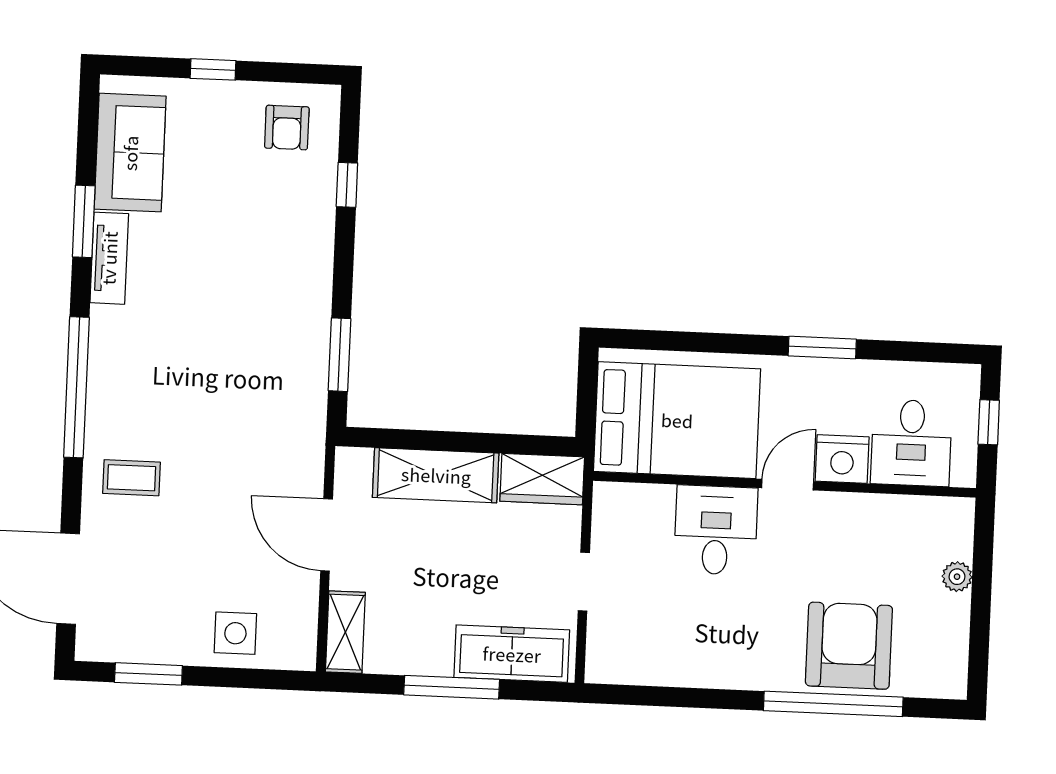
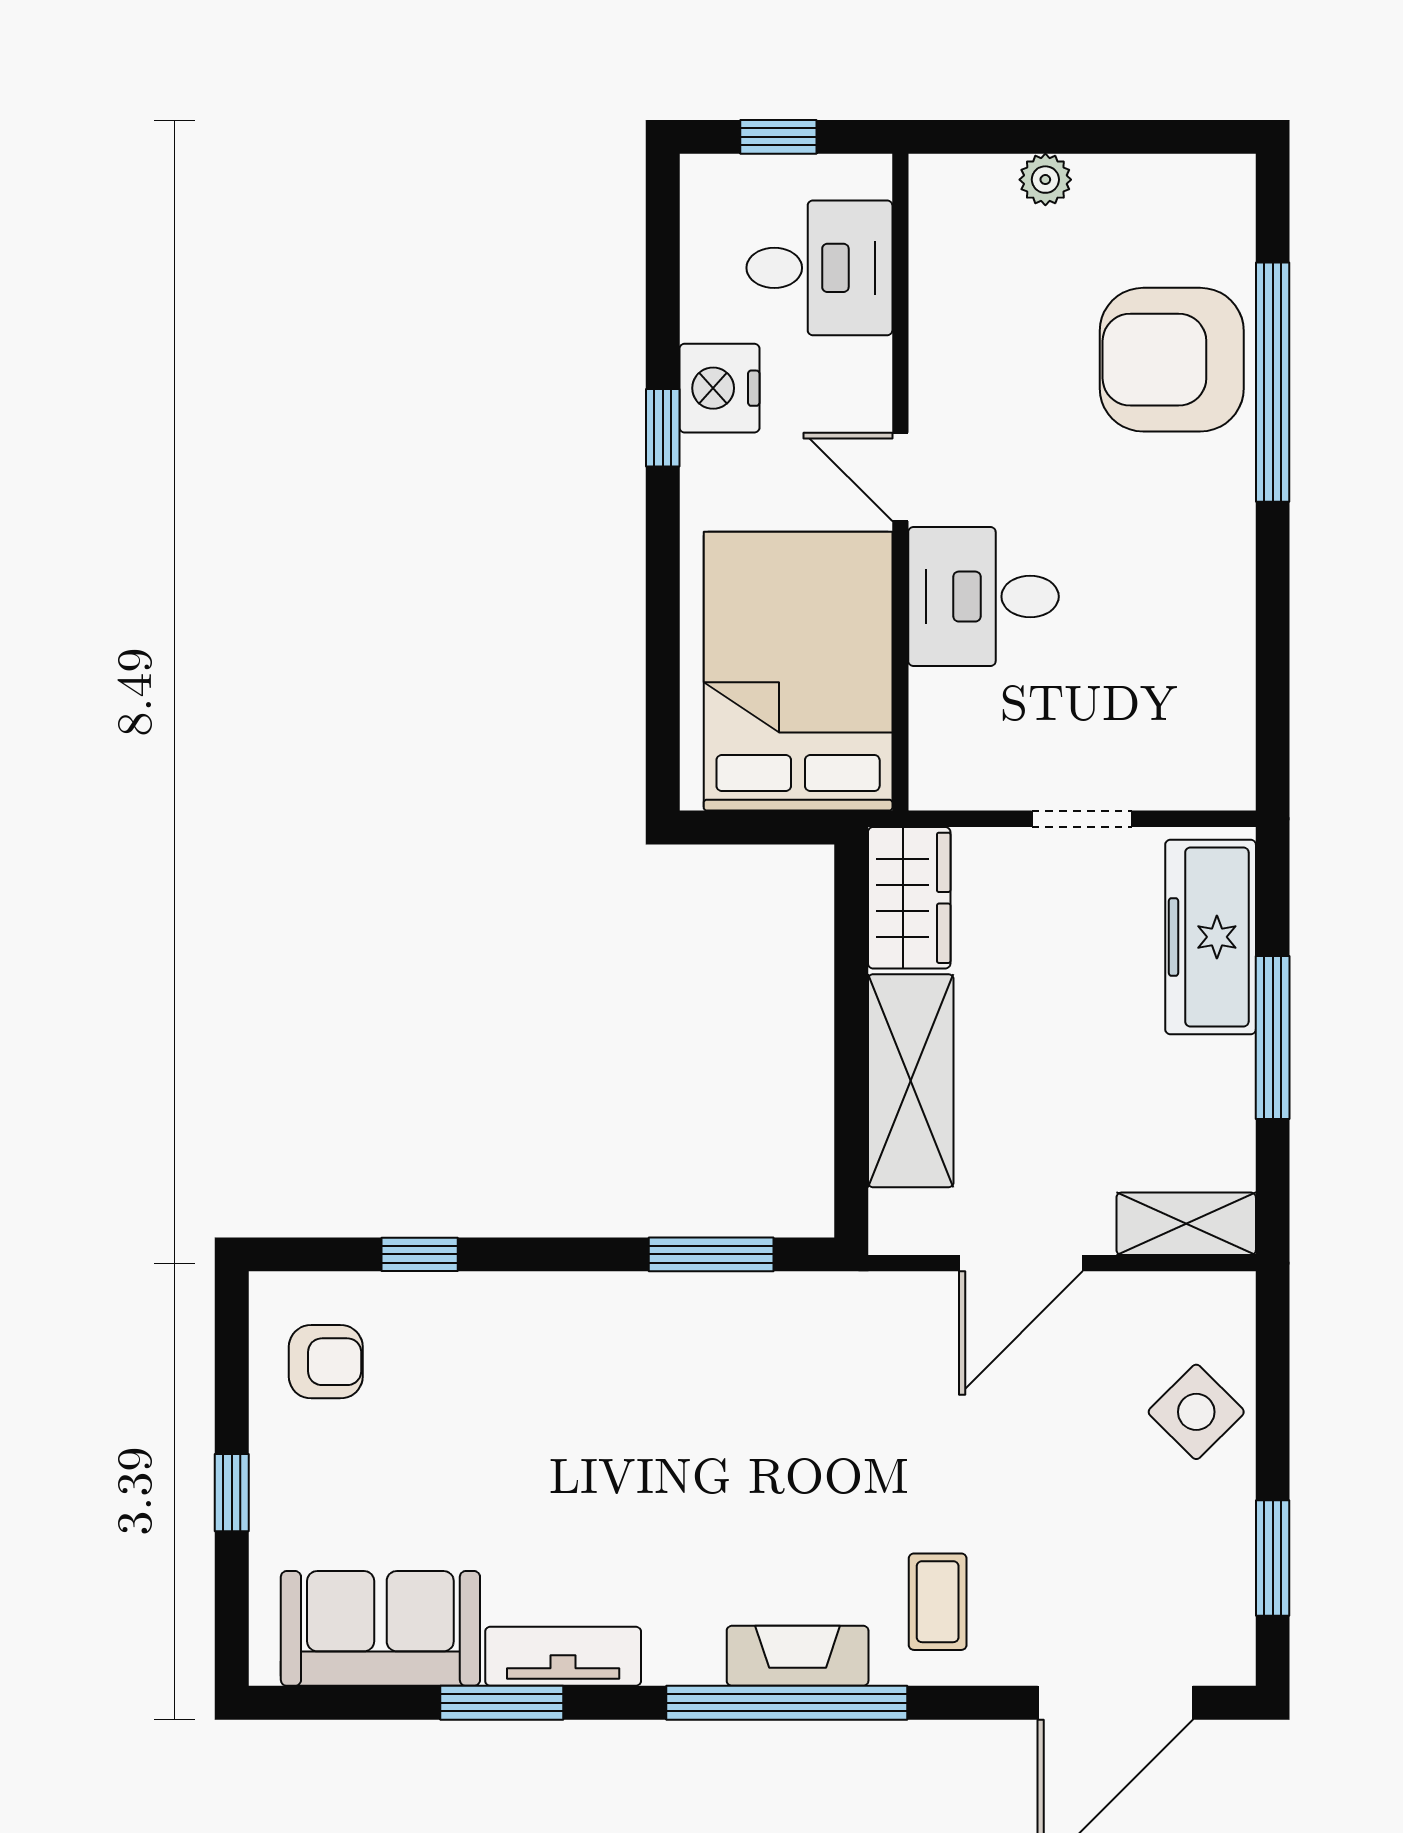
window: (822, 347) -> (663, 428), width x0.67
fireplace: (104, 395) -> (798, 1656), added
nightstand: (842, 459) -> (719, 388), moved, turned 180
side table: (235, 633) -> (1196, 1412), turned 45

